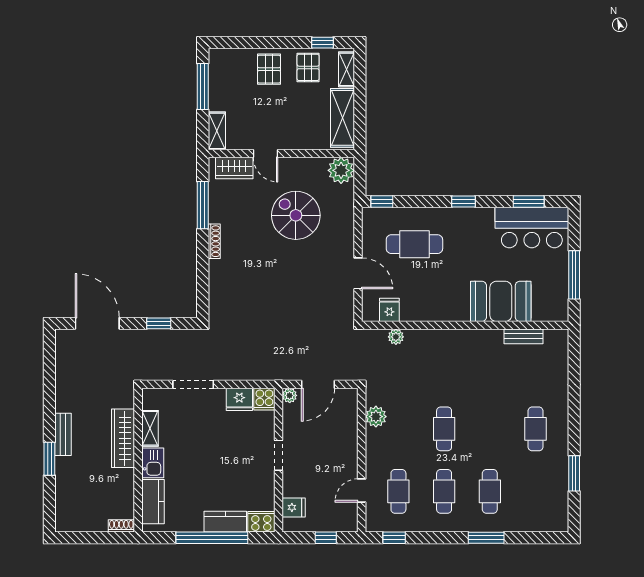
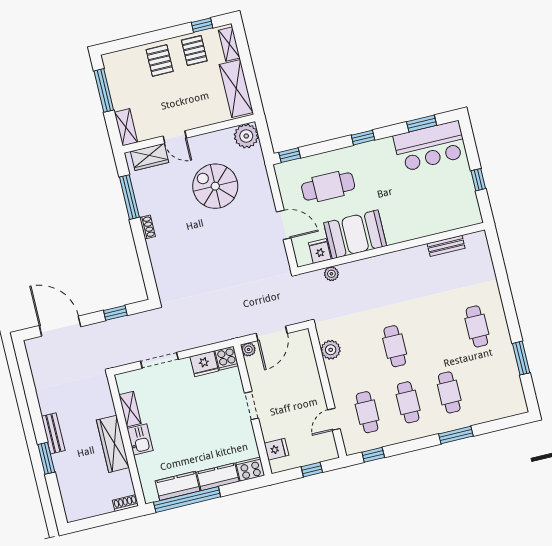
shoe rack: (214, 241) -> (147, 227), width x0.70
window: (574, 275) -> (478, 180), width x0.46
booth: (501, 301) -> (355, 234), moved
wardrobe: (123, 438) -> (113, 444), moved
kitchen counter: (153, 502) -> (178, 486), moved, turned -90
window: (212, 538) -> (187, 500), moved

